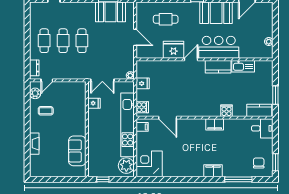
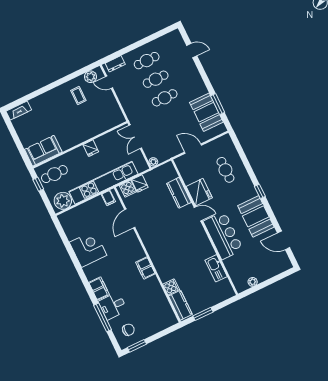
door: (135, 37) -> (193, 149), swing flipped
kitchen counter: (218, 67) -> (179, 193), moved
fridge: (143, 83) -> (140, 183), moved
fridge: (94, 103) -> (91, 148), moved
cooker: (227, 111) -> (171, 287), moved
desk: (262, 128) -> (113, 306), moved, turned 90
fireplace: (34, 144) -> (19, 111), moved
sofa: (77, 151) -> (43, 151), moved
cafe table: (101, 162) -> (54, 174), added
corner desk: (149, 164) -> (88, 249), moved

